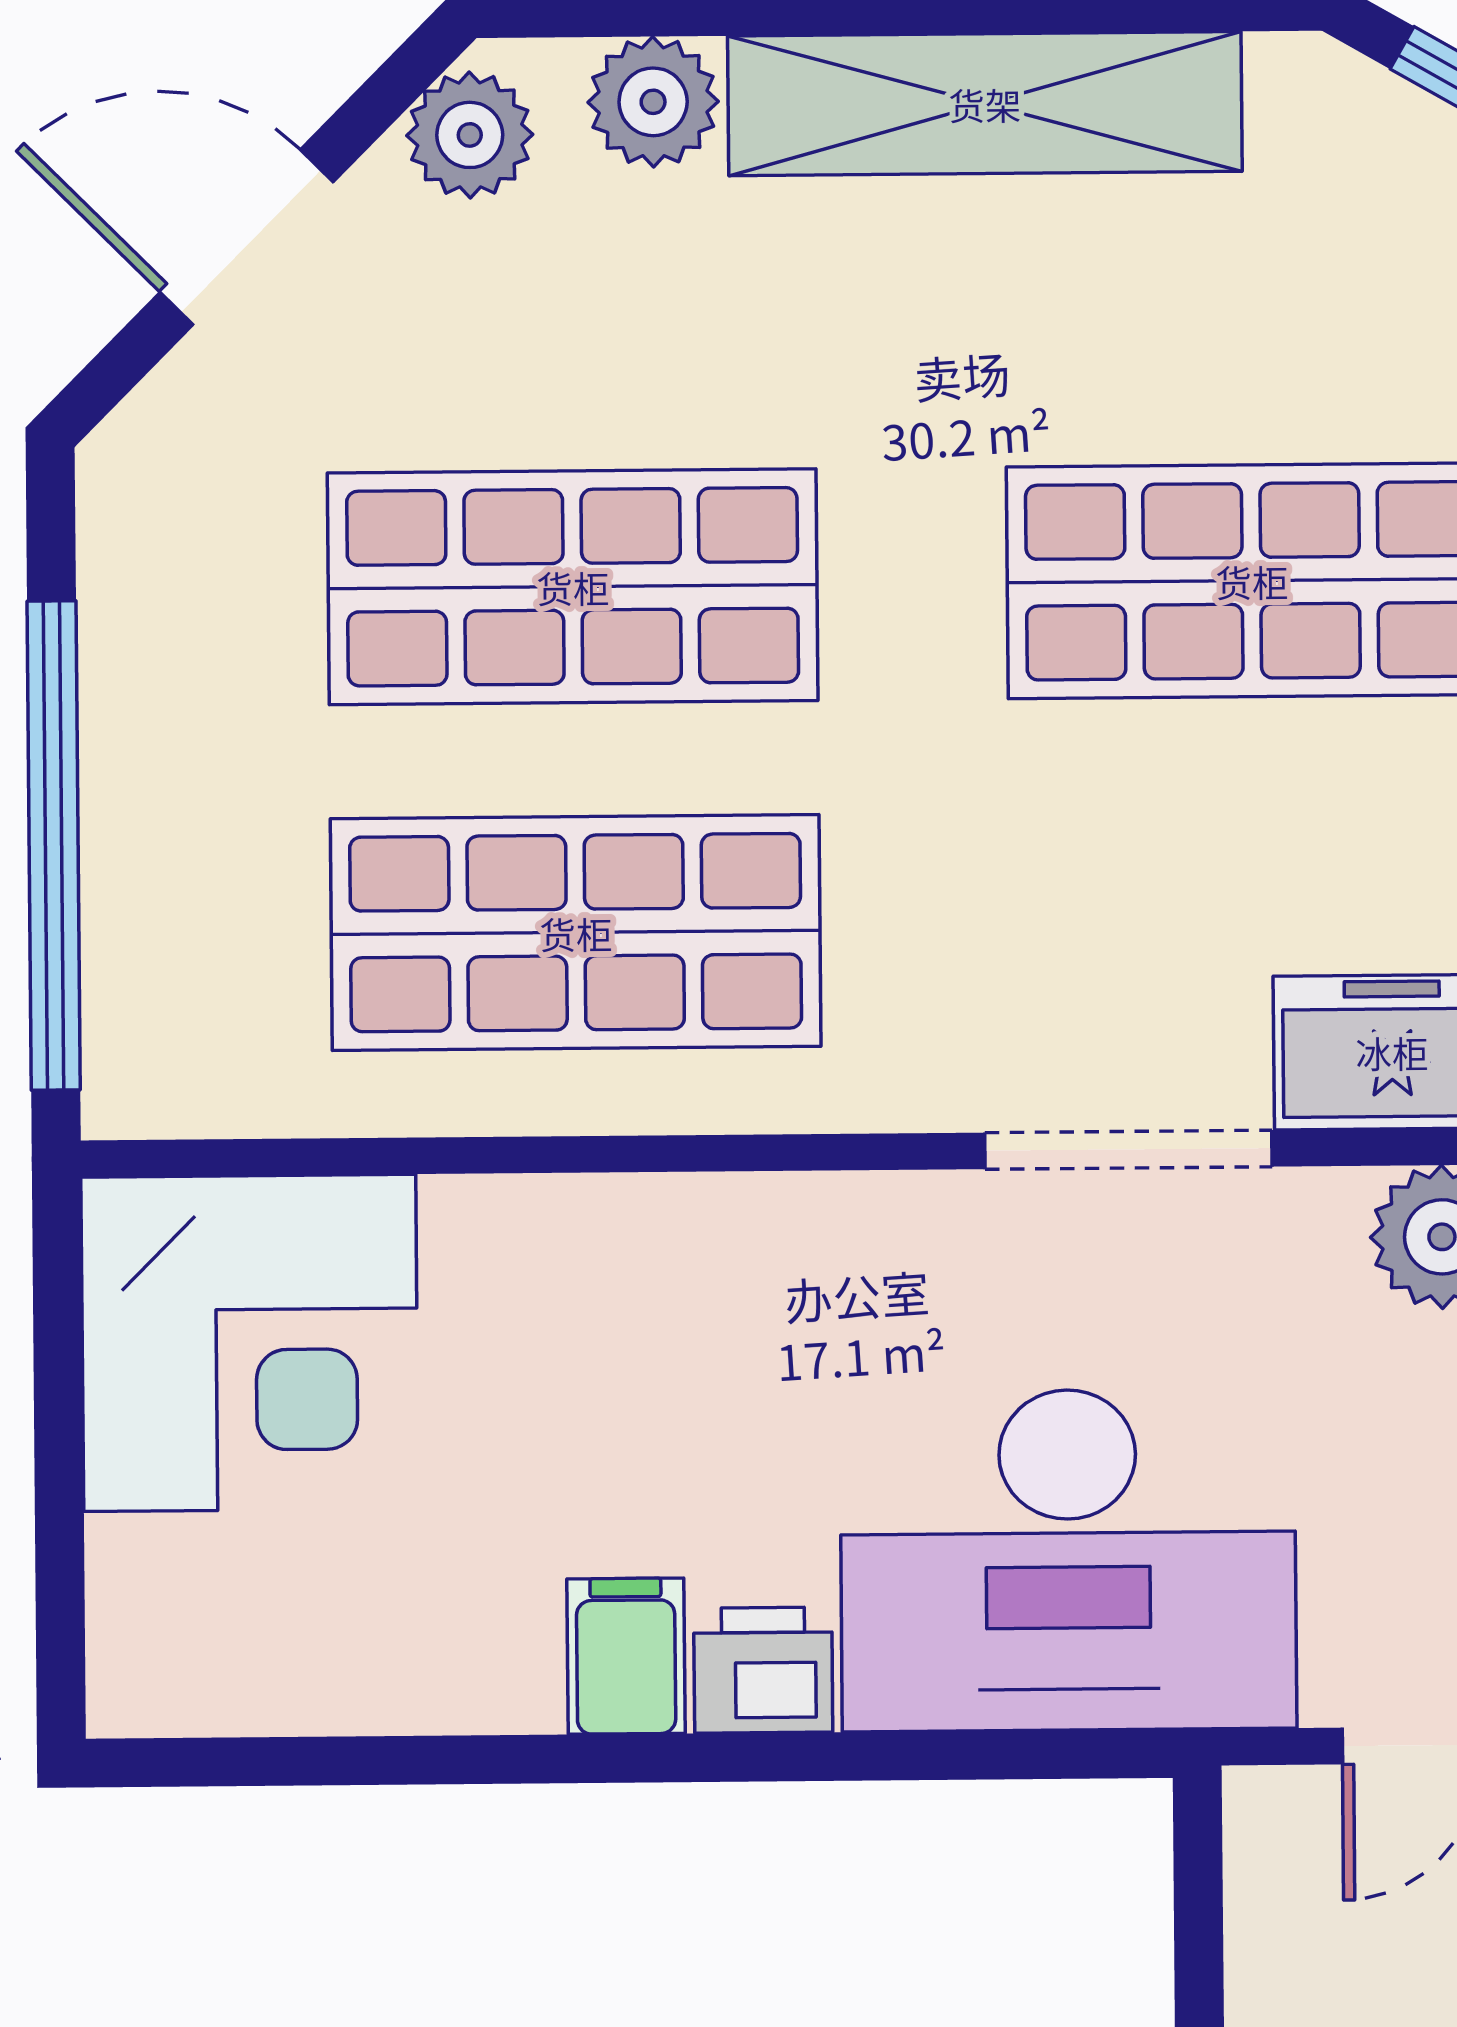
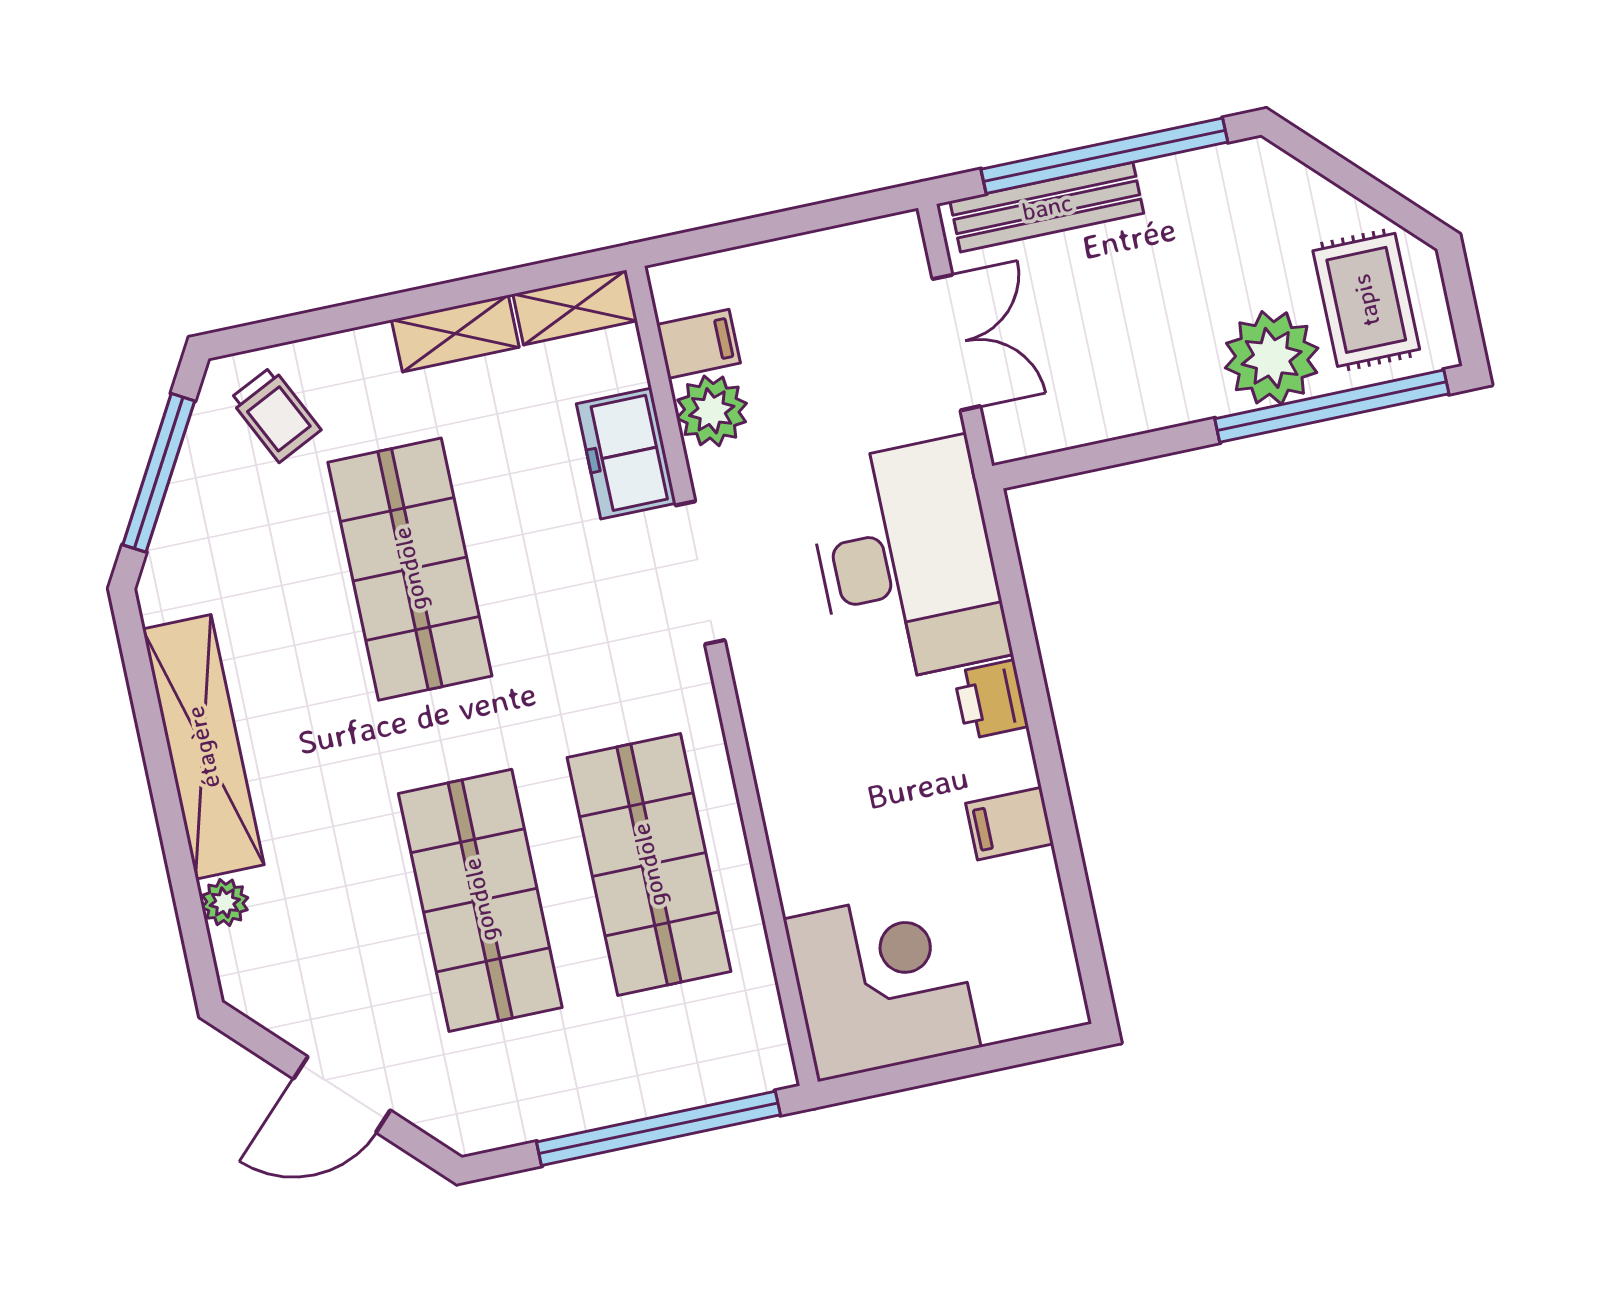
plant: (653, 102) -> (225, 902), width x0.73, depth x0.73
plant: (470, 135) -> (270, 996), removed
door: (247, 237) -> (342, 1095), hinge flipped
filing cabinet: (626, 1656) -> (1010, 824), moved

